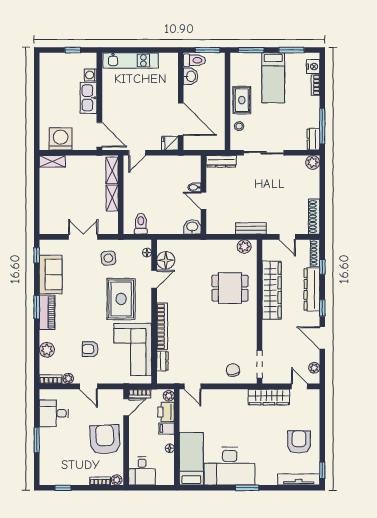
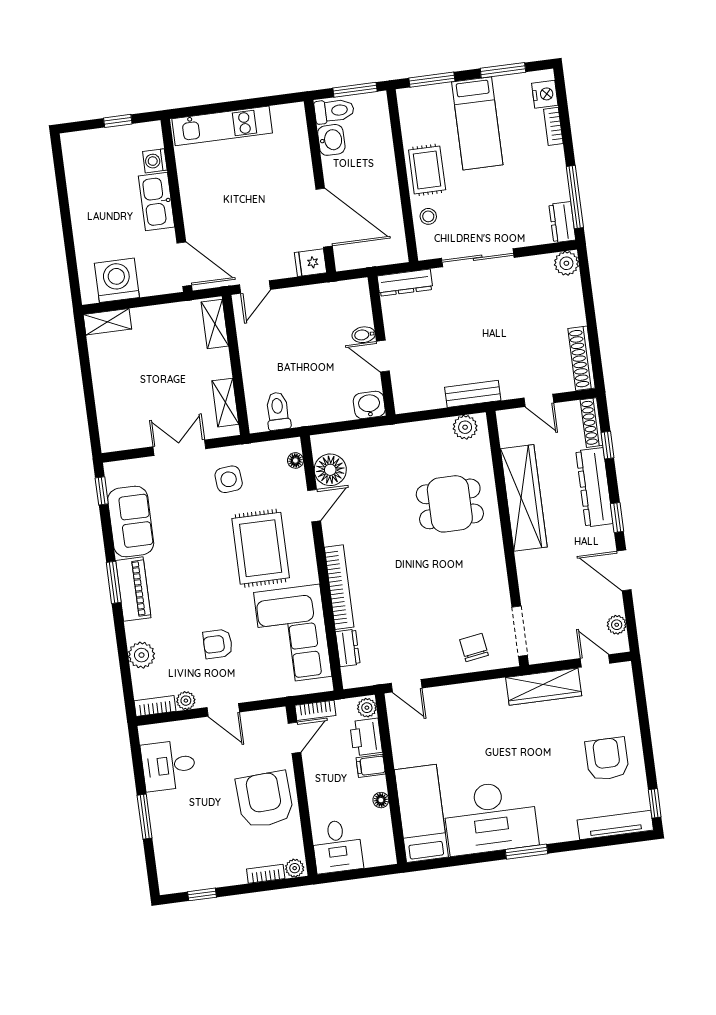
shelving: (112, 198) -> (225, 403), moved

